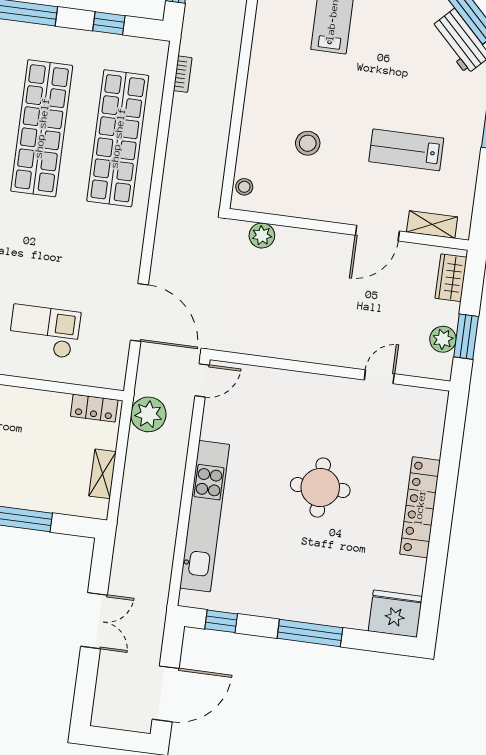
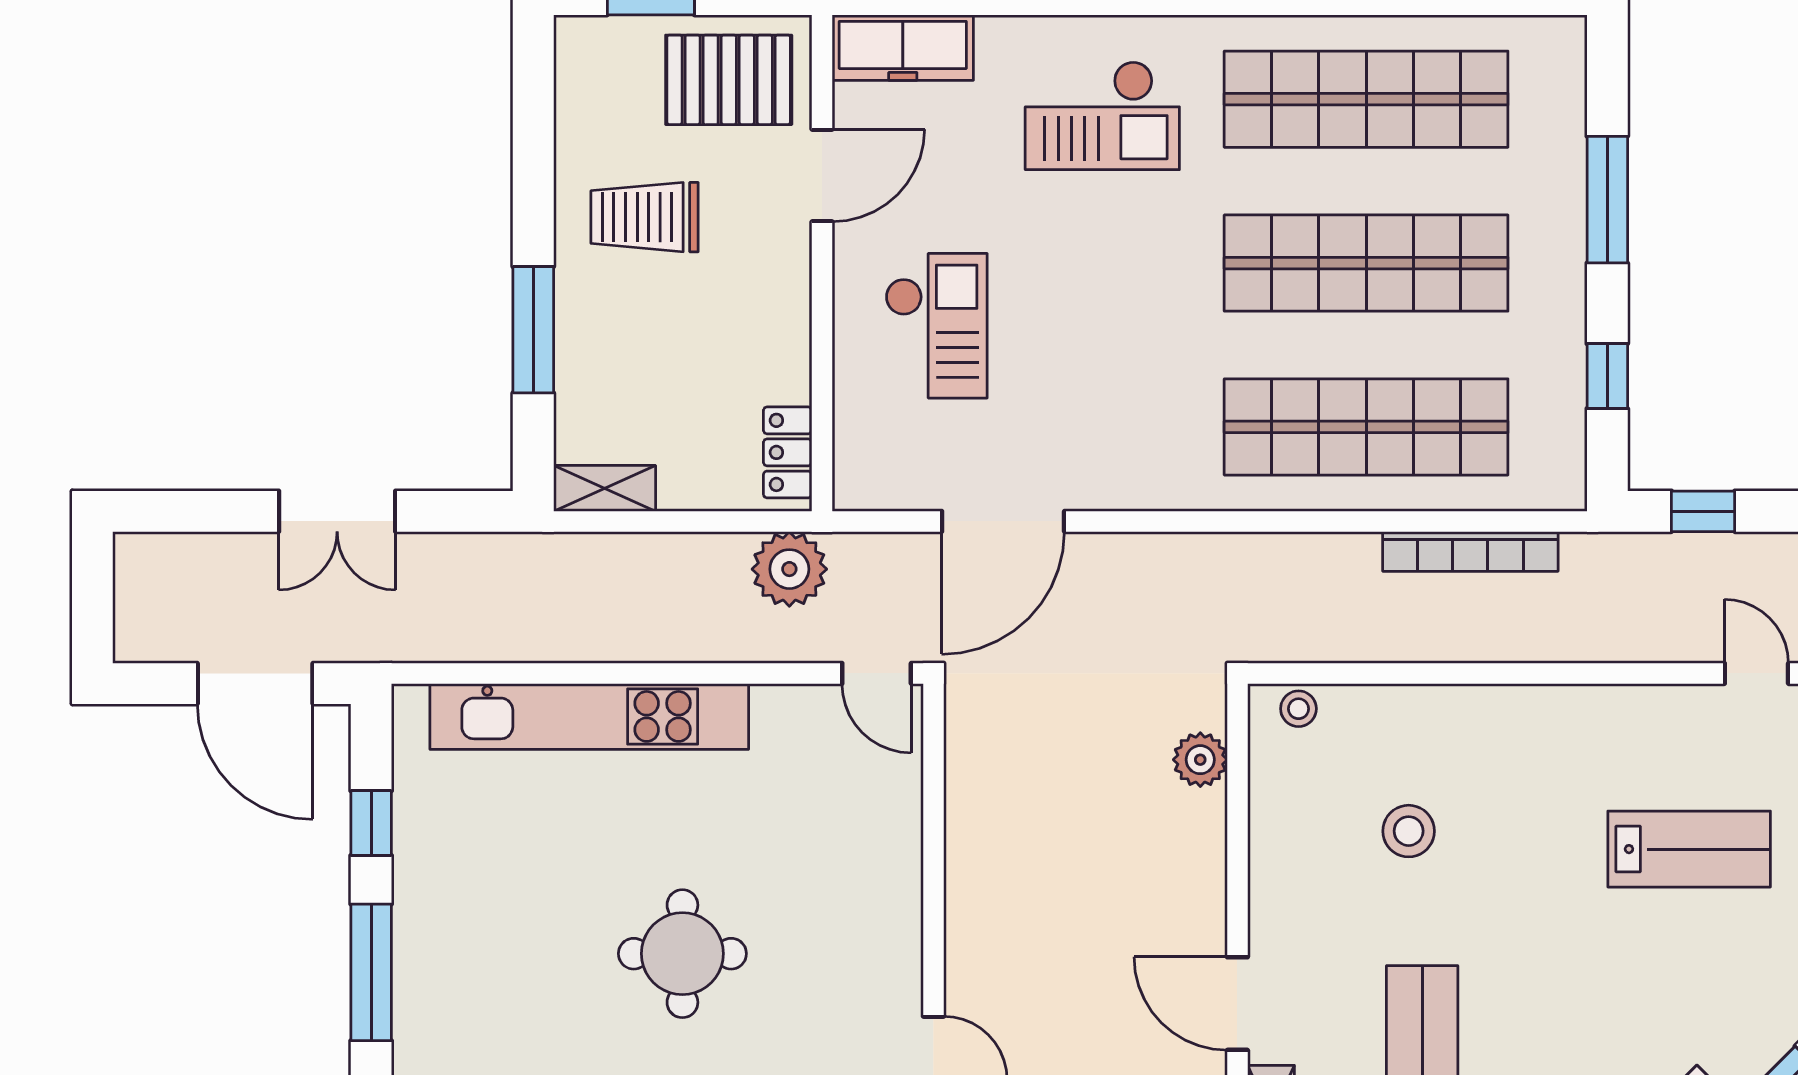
bookcase: (183, 74) -> (1470, 551), width x2.31, depth x1.31
shelving: (102, 474) -> (605, 488), moved
window: (221, 621) -> (371, 823), moved
door: (166, 694) -> (255, 684), moved

